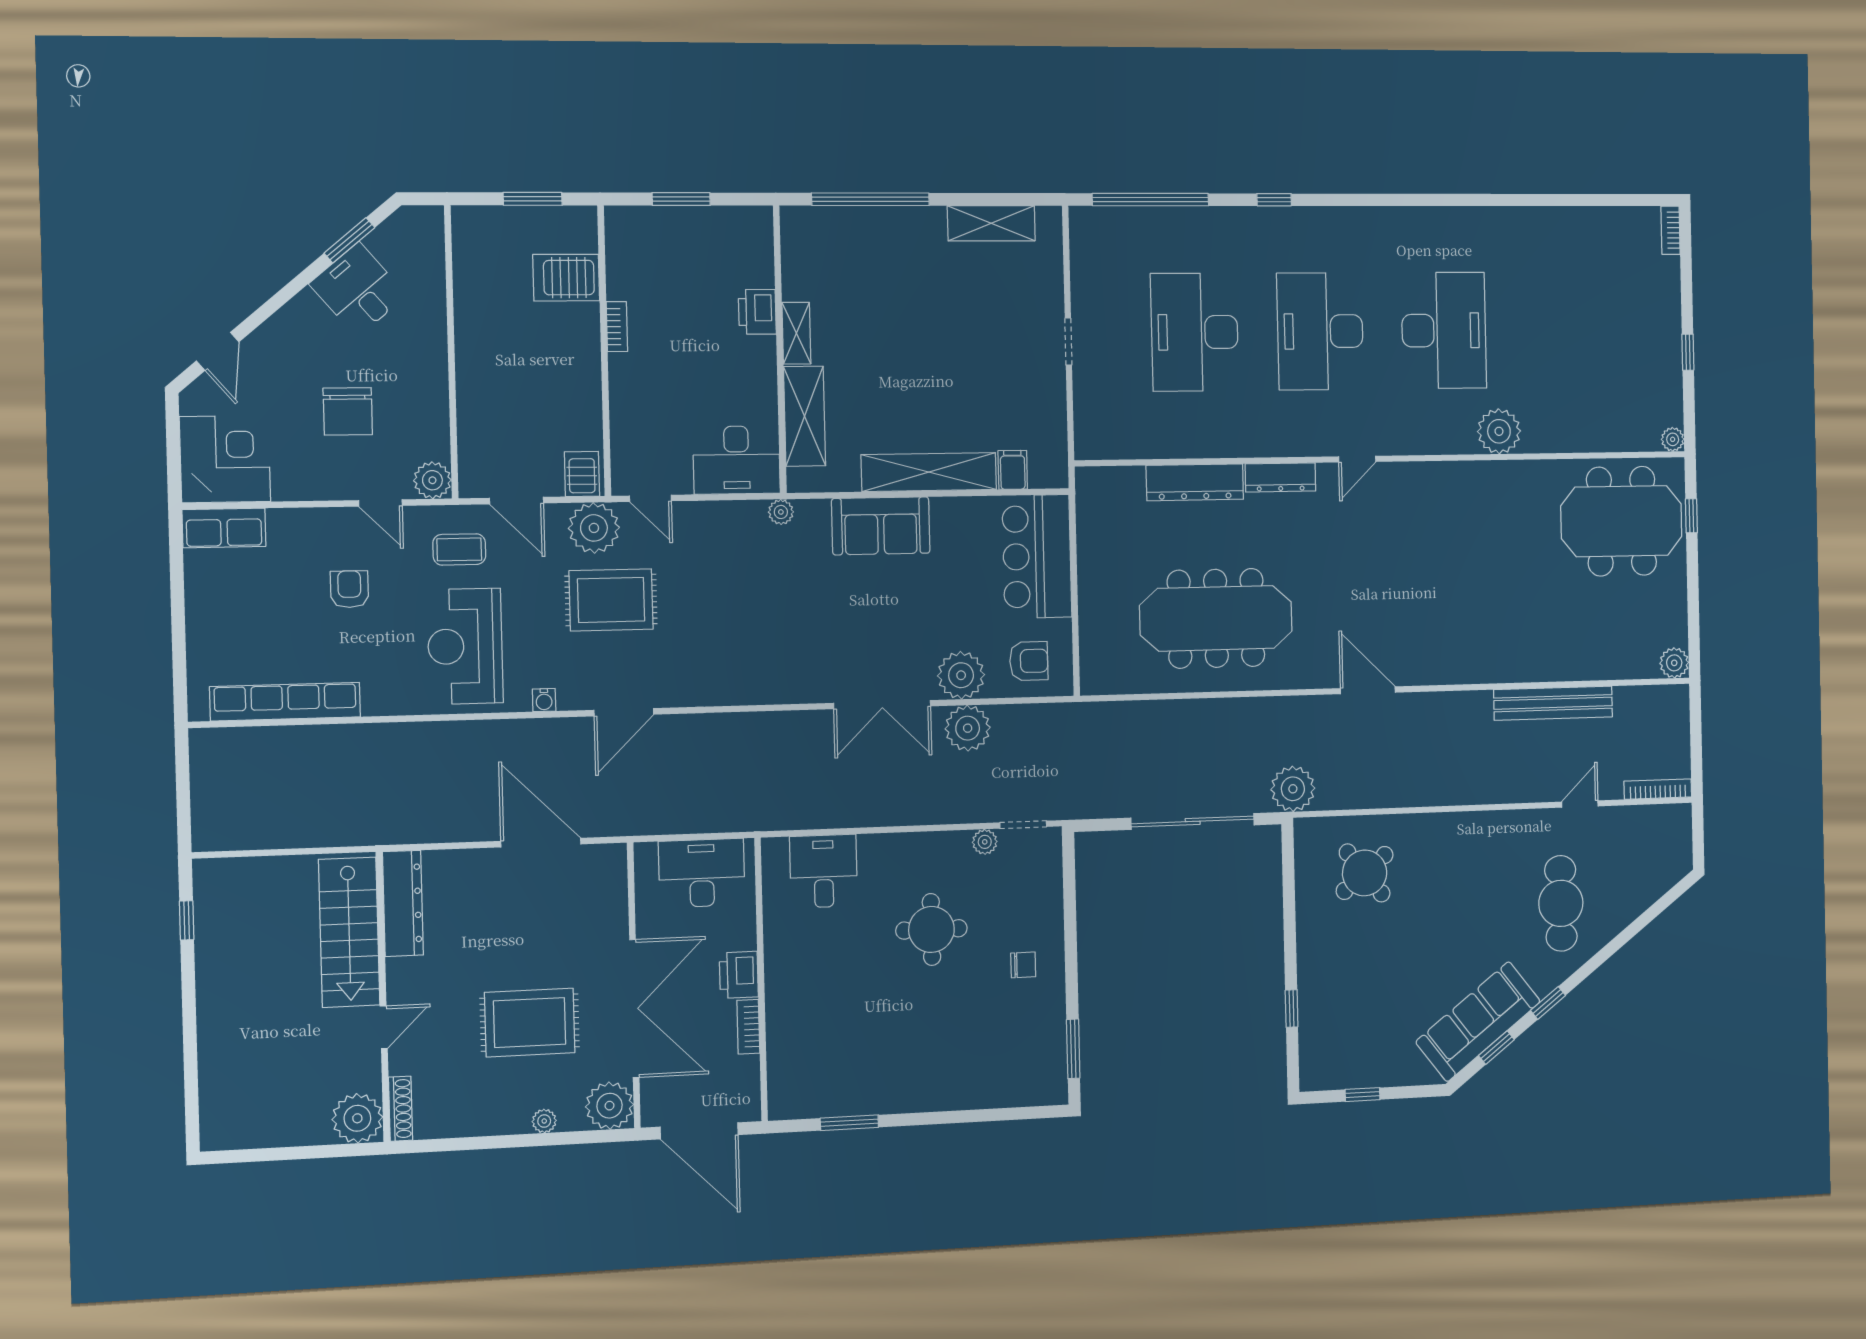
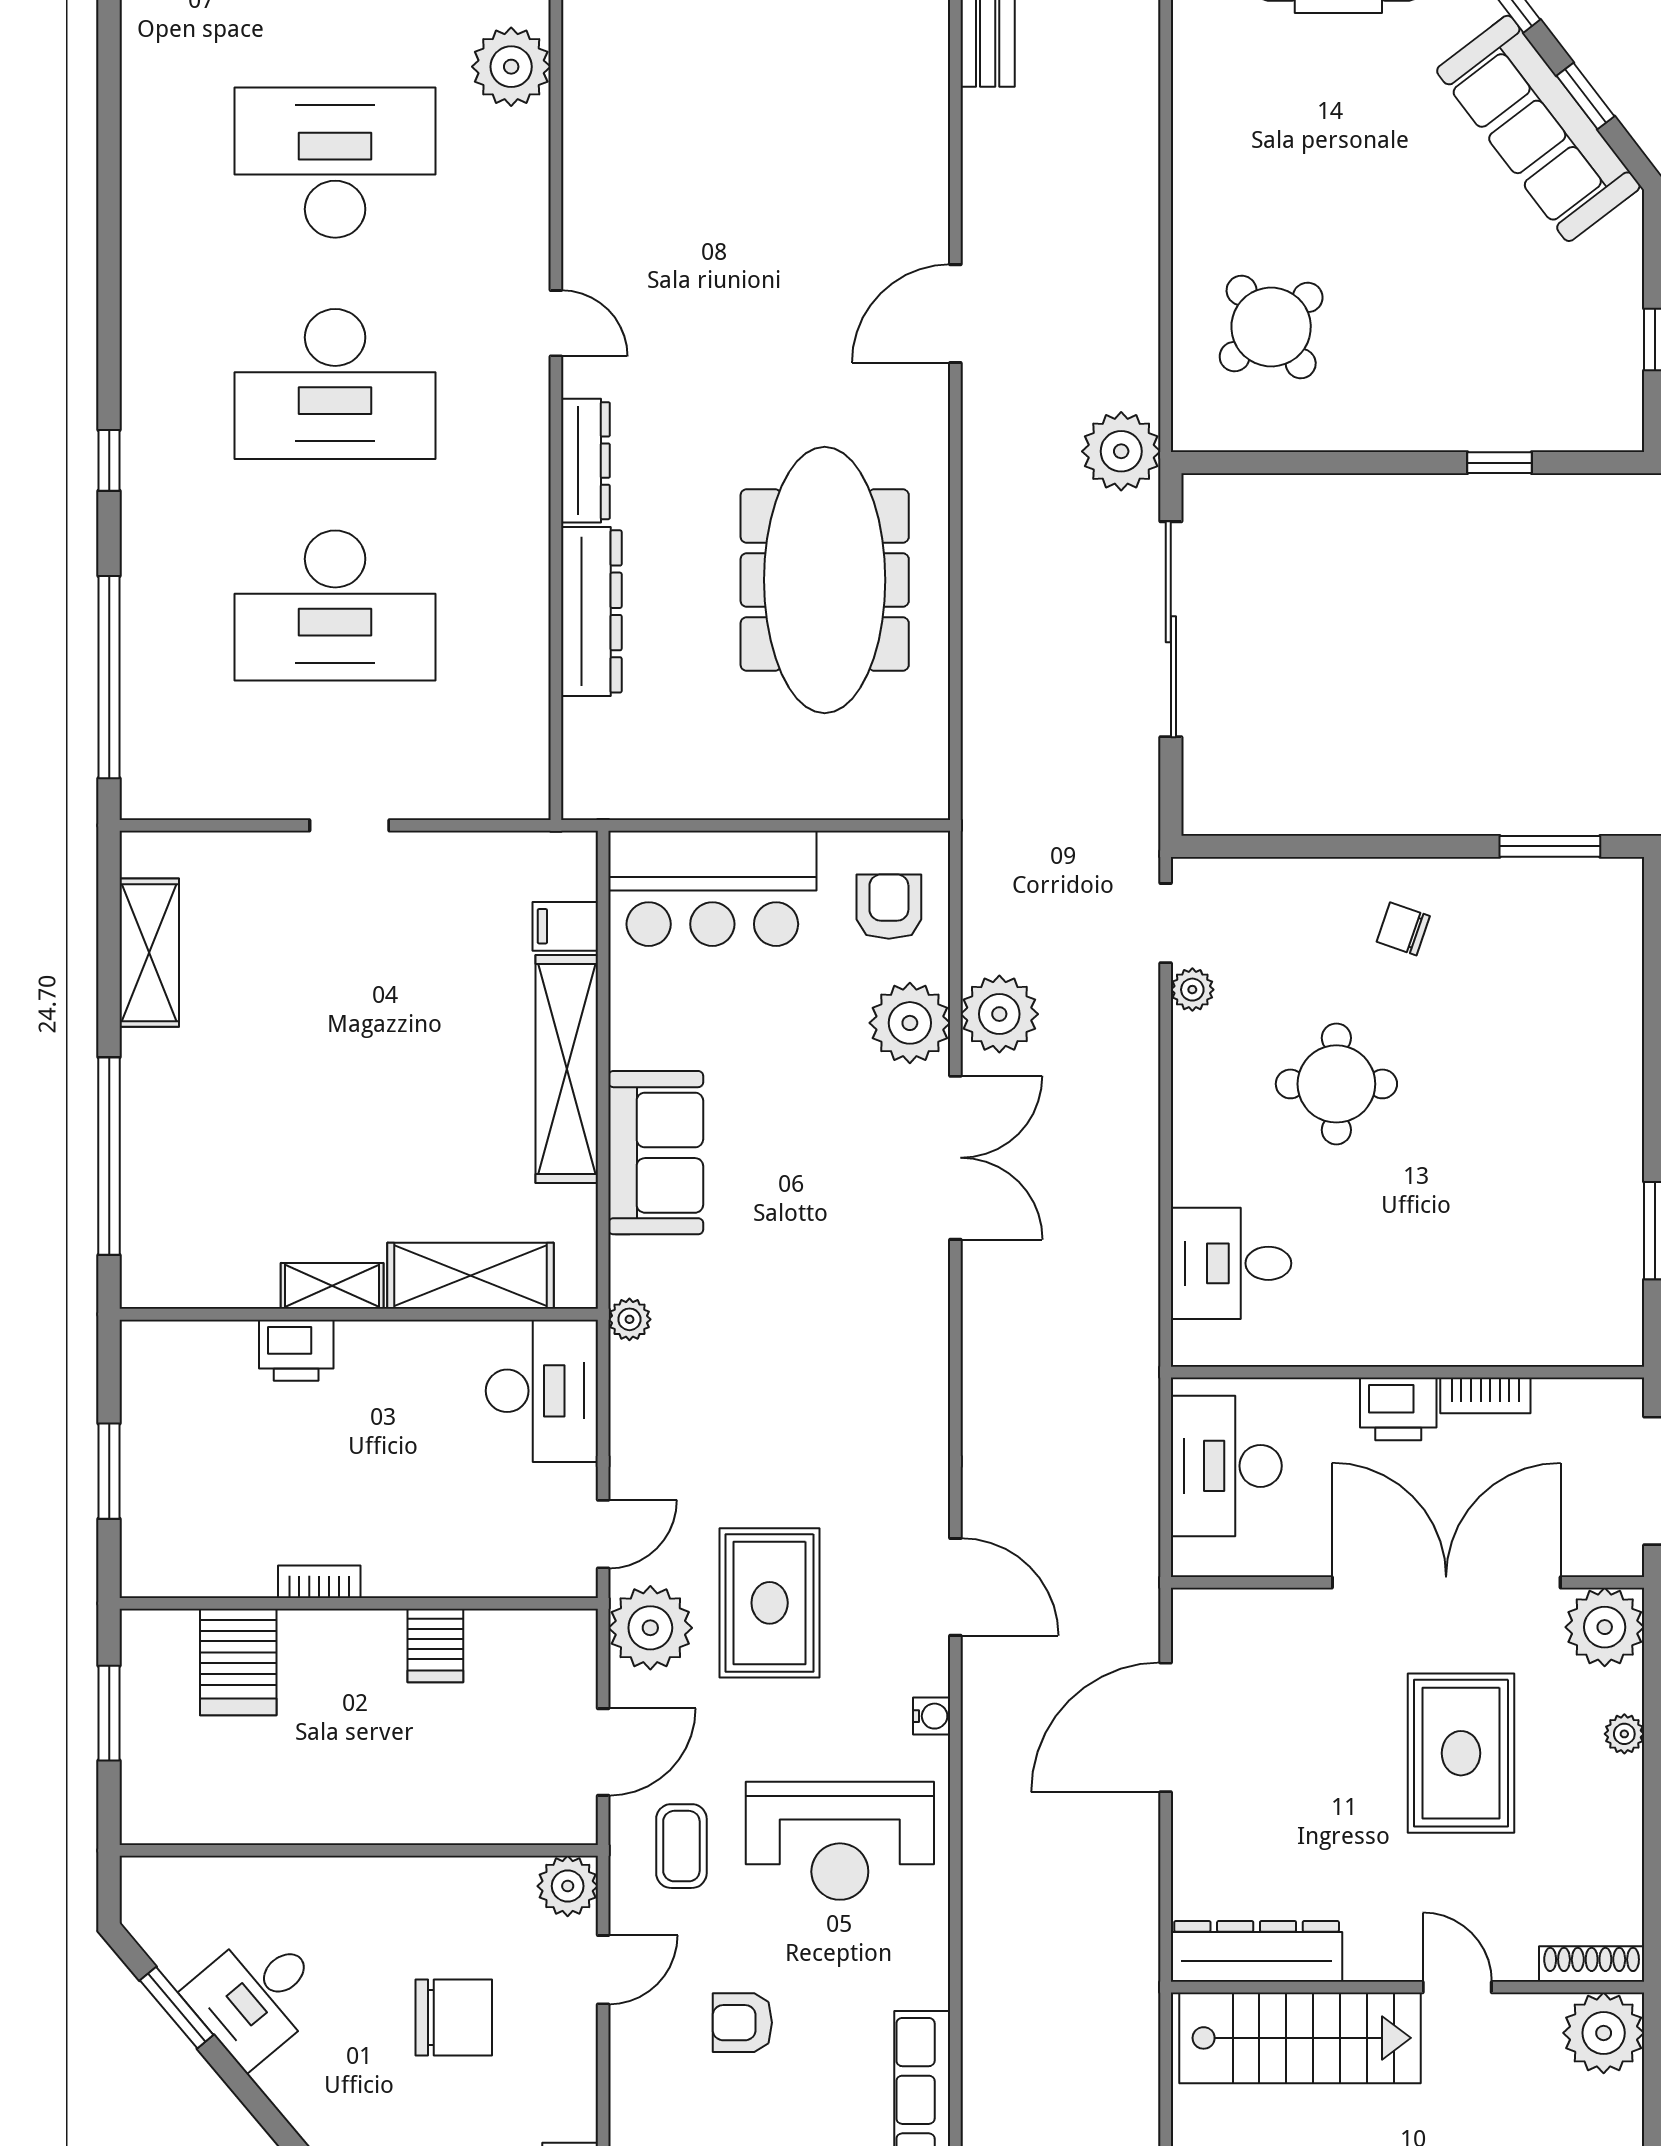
server rack: (582, 474) -> (435, 1645), moved, turned -90
chair: (1023, 965) -> (1403, 929), turned -71

